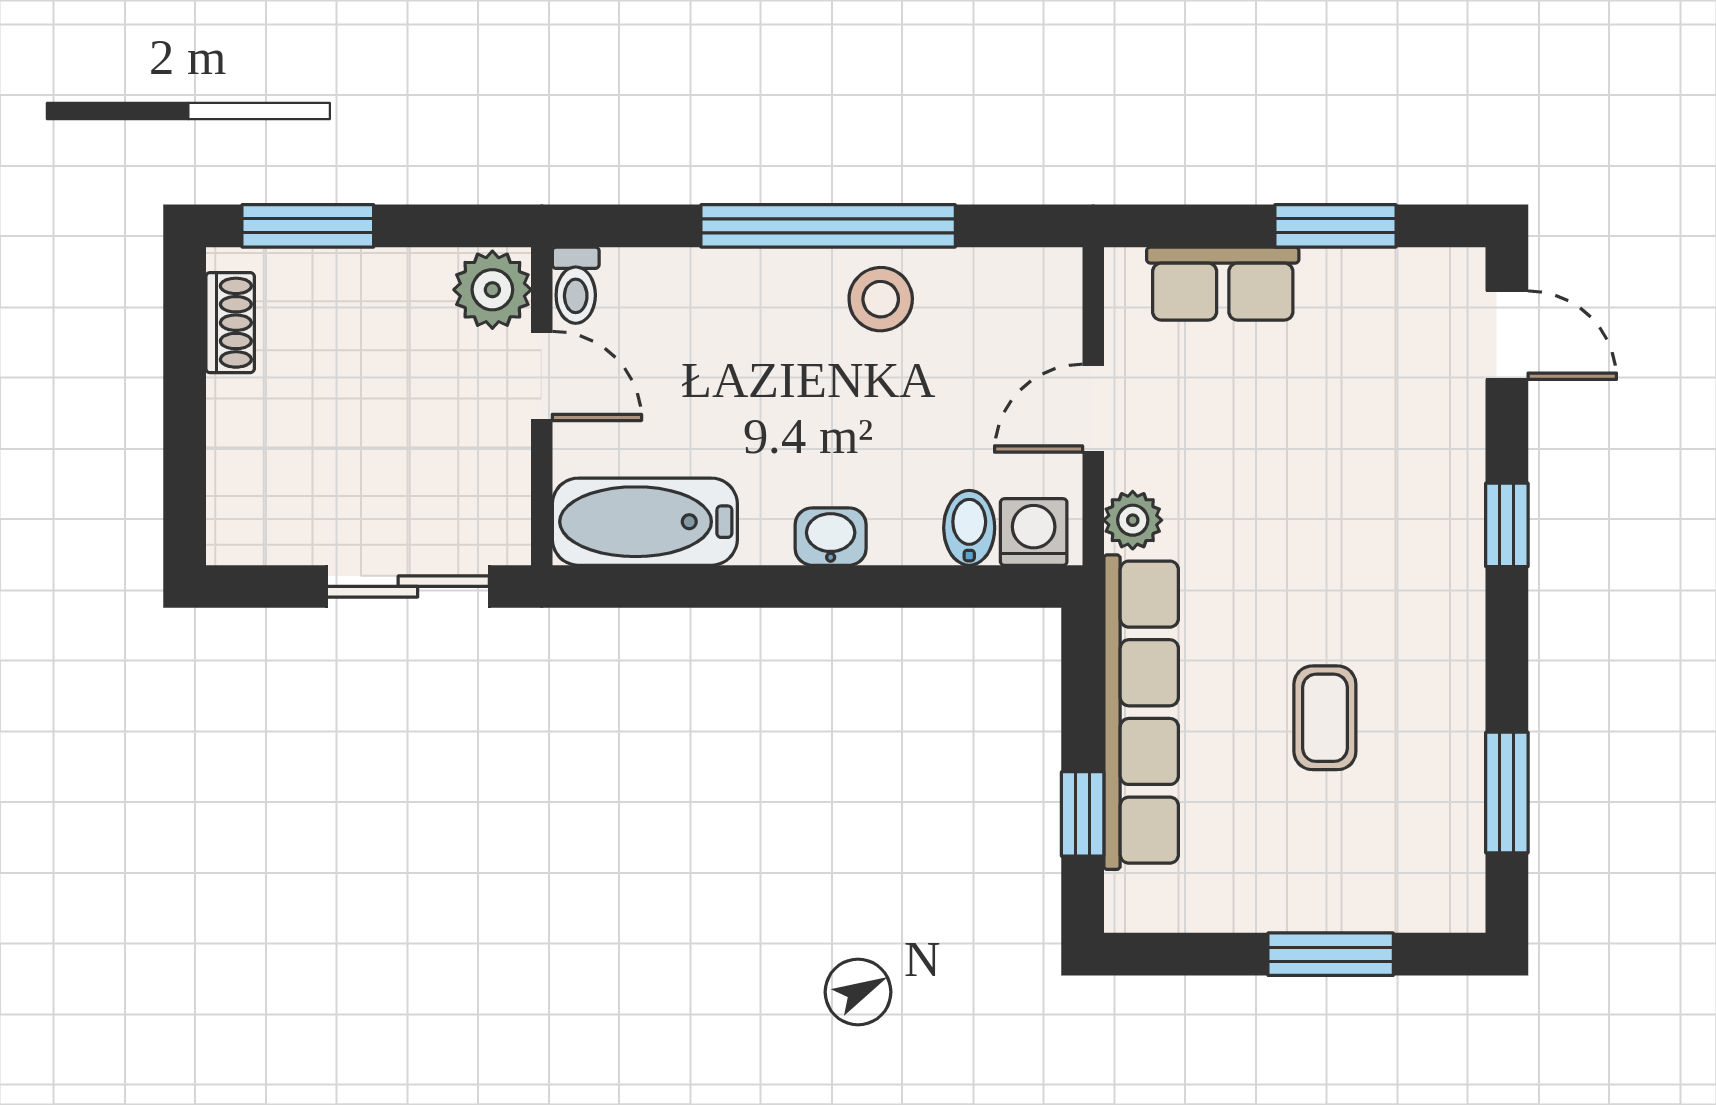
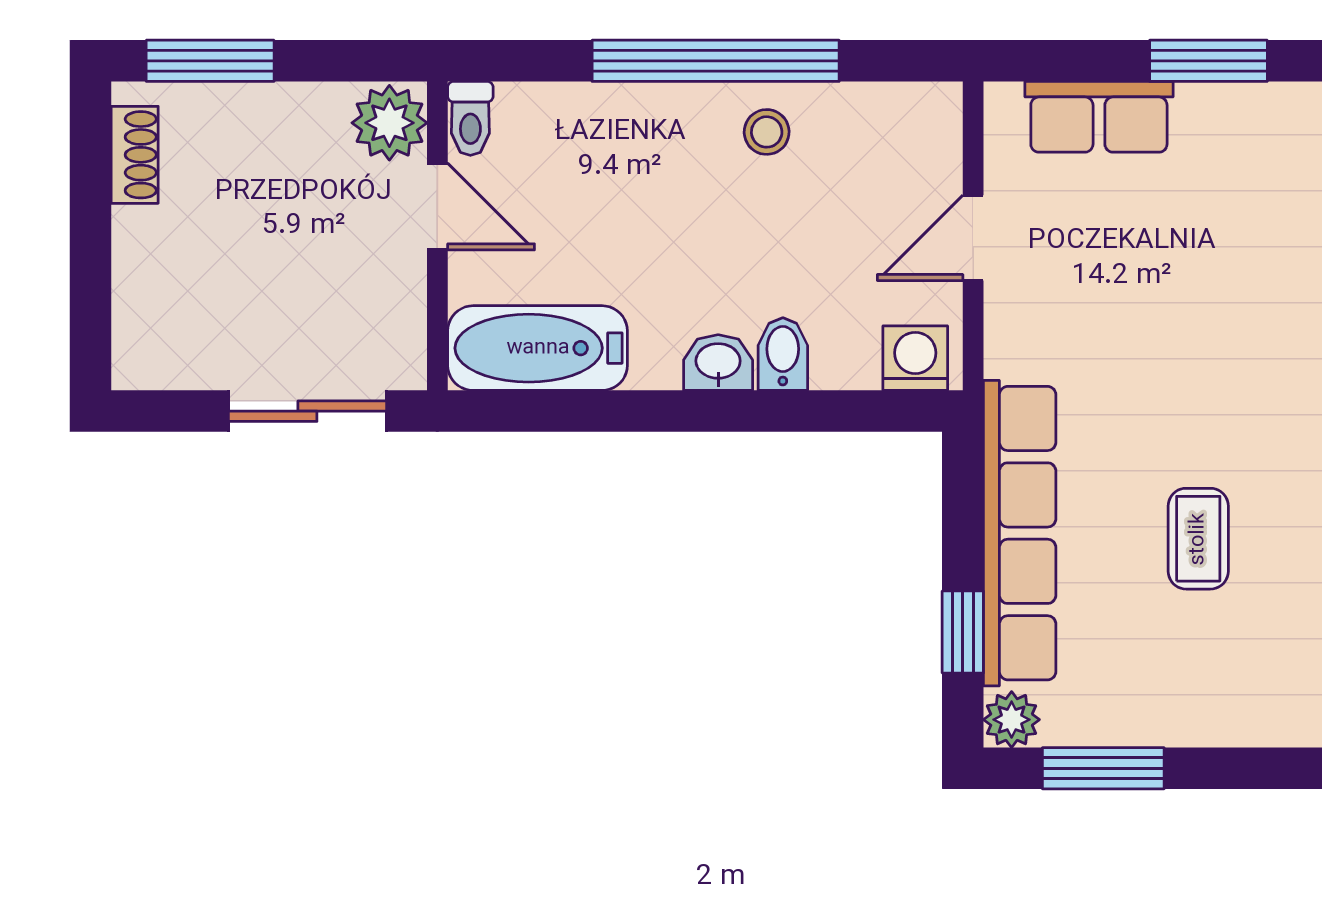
stool: (881, 299) -> (767, 132), width x0.73, depth x0.73
plant: (1133, 520) -> (1012, 720), moved
bidet: (969, 528) -> (783, 354), moved
window: (1331, 954) -> (1103, 768), moved

